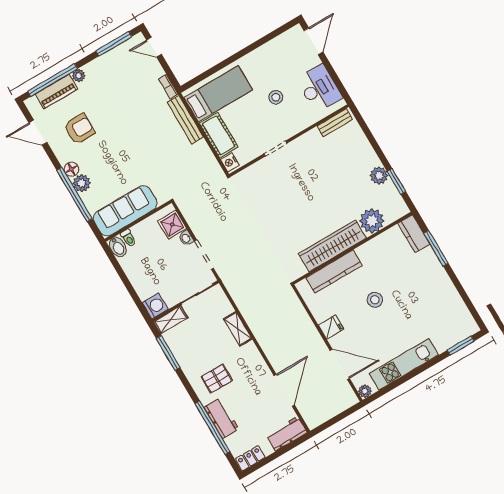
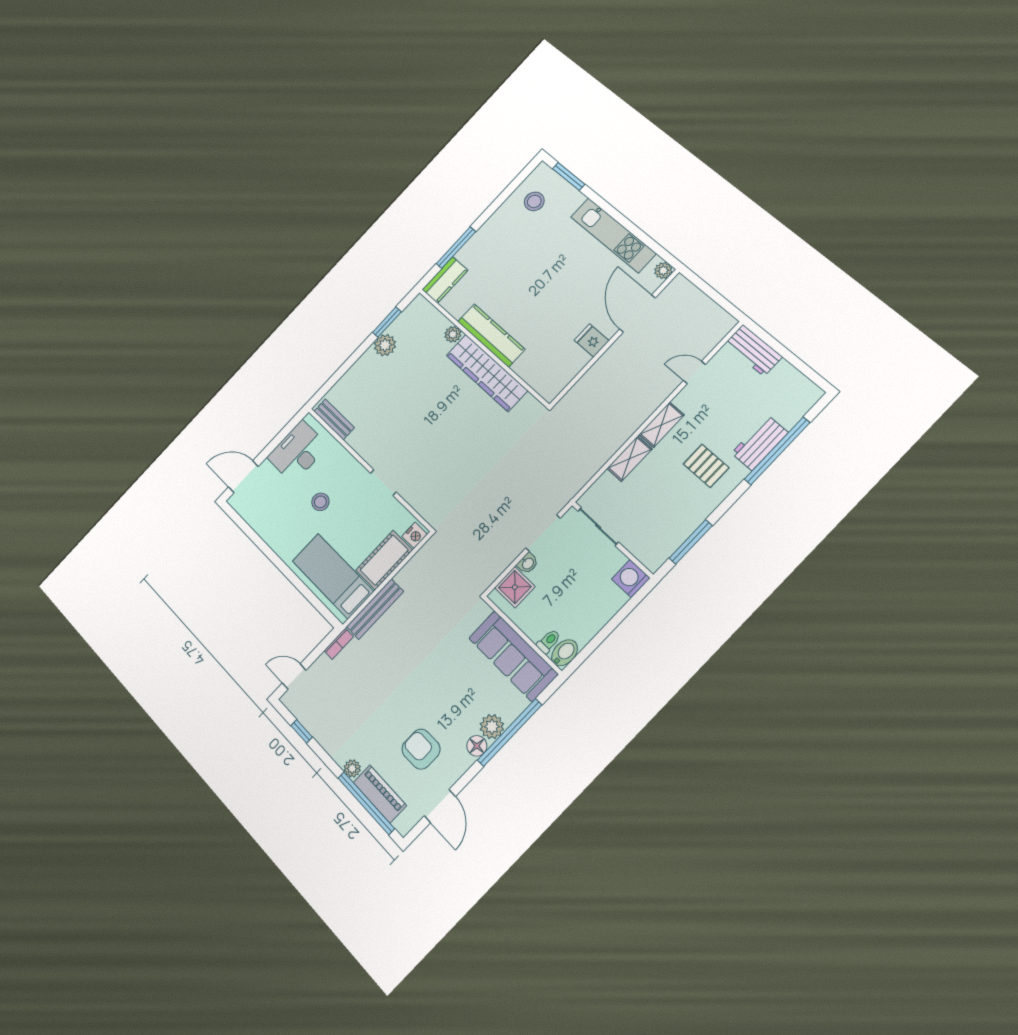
window: (114, 44) -> (302, 731), width x0.46
door: (154, 47) -> (294, 677), swing flipped
plant: (372, 221) -> (453, 334), width x0.53, depth x0.53
kitchen counter: (334, 272) -> (491, 335), moved
stool: (375, 300) -> (534, 201), moved
shelving: (171, 320) -> (662, 425), moved, turned 90
door: (284, 390) -> (694, 373), width x0.53
locker: (250, 458) -> (804, 387), removed

